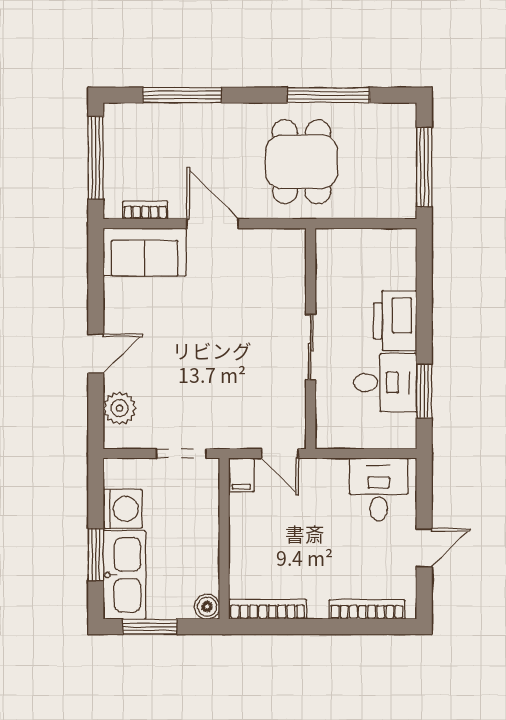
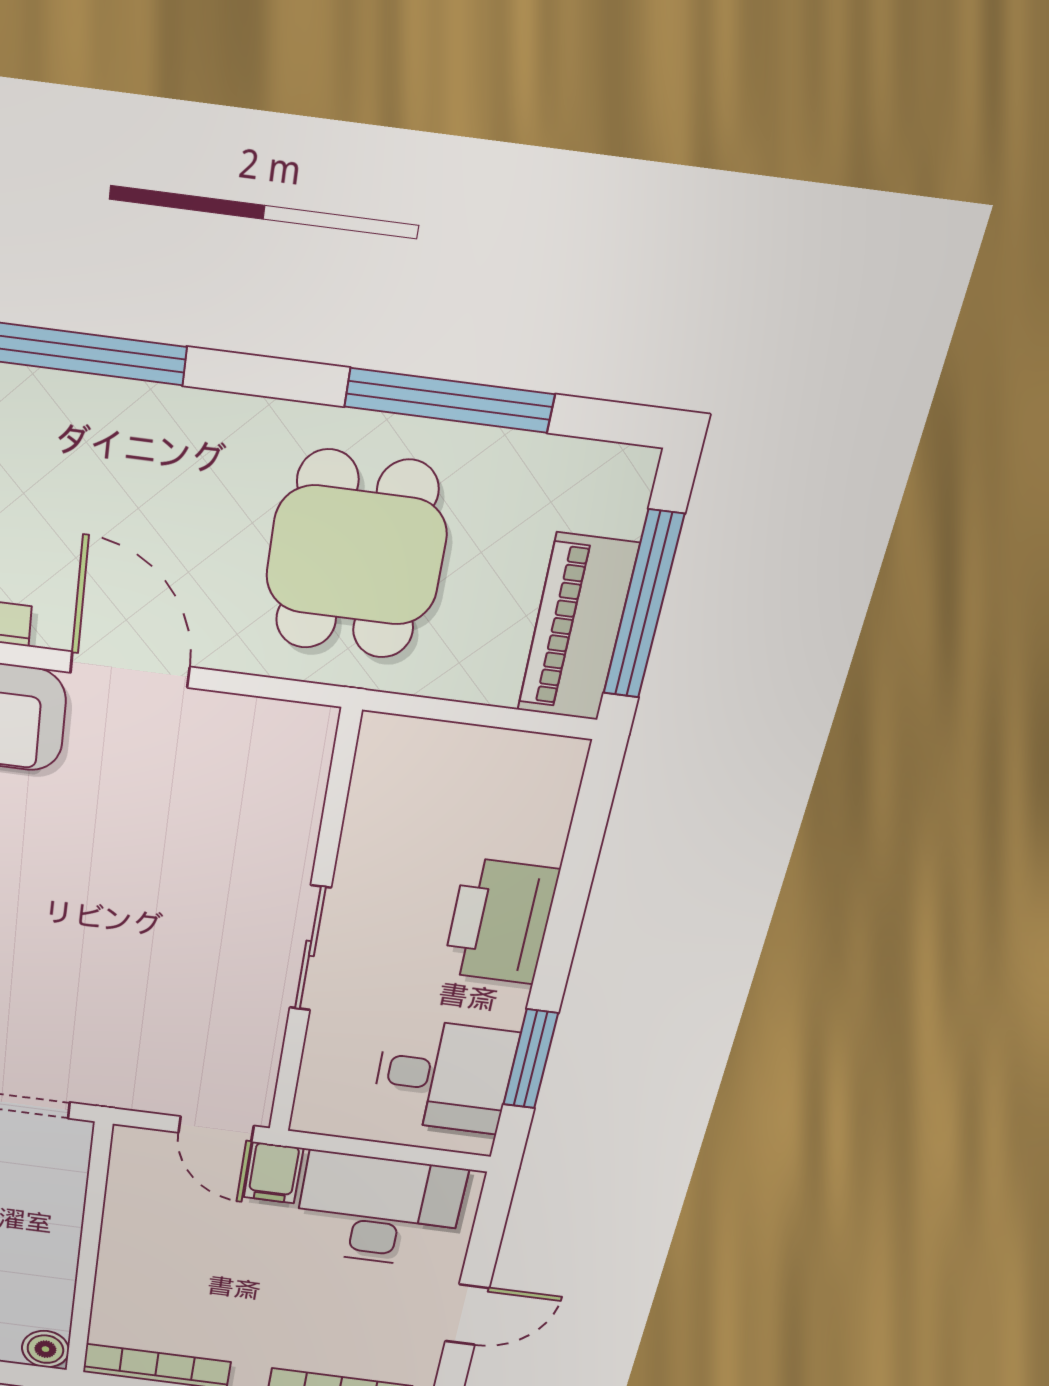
piano: (399, 180) -> (578, 628), added
desk: (385, 383) -> (444, 1076), moved
filing cabinet: (241, 475) -> (273, 1173), moved
desk: (379, 489) -> (379, 1210), width x1.37

